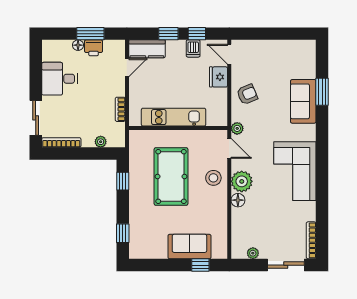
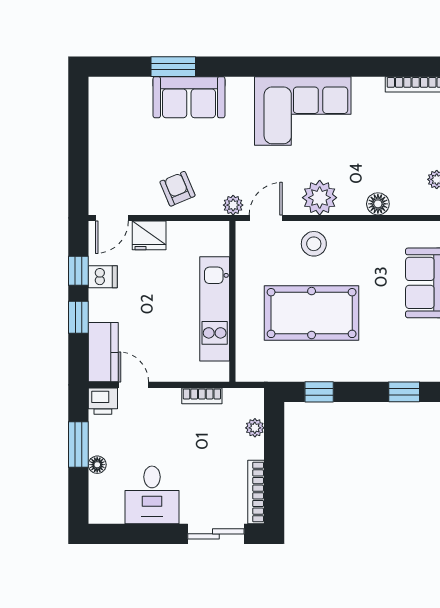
printer: (94, 48) -> (103, 401), moved, turned 90
floor lamp: (238, 200) -> (378, 204), moved

